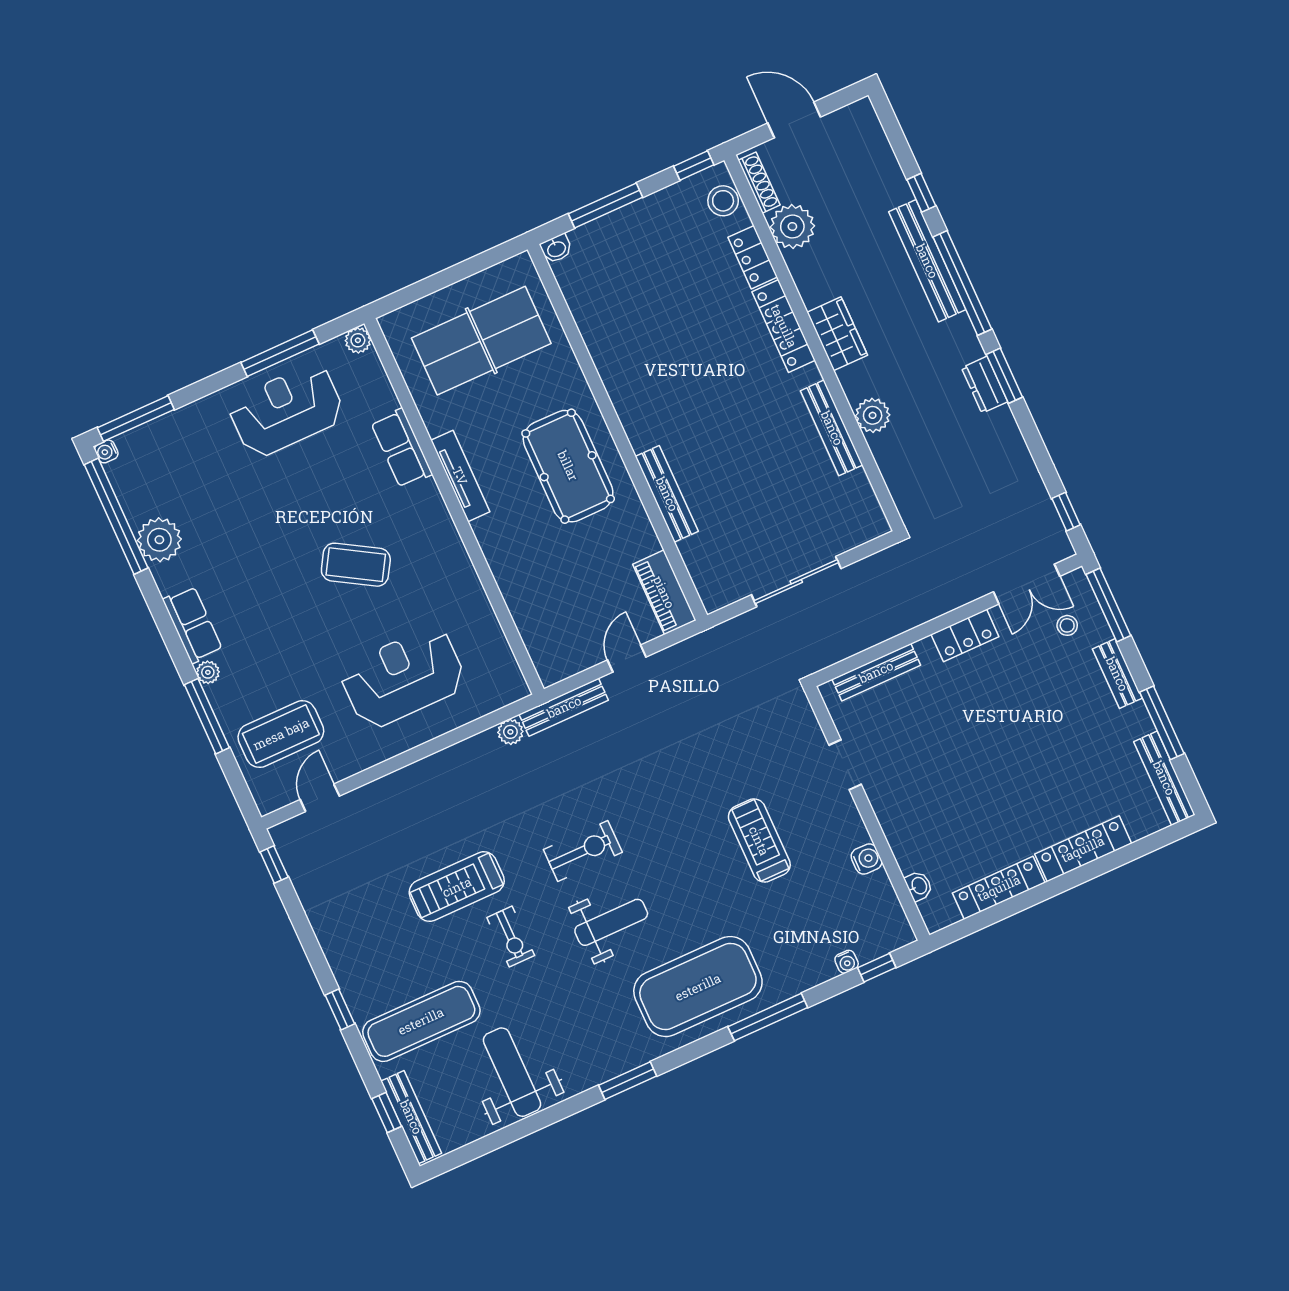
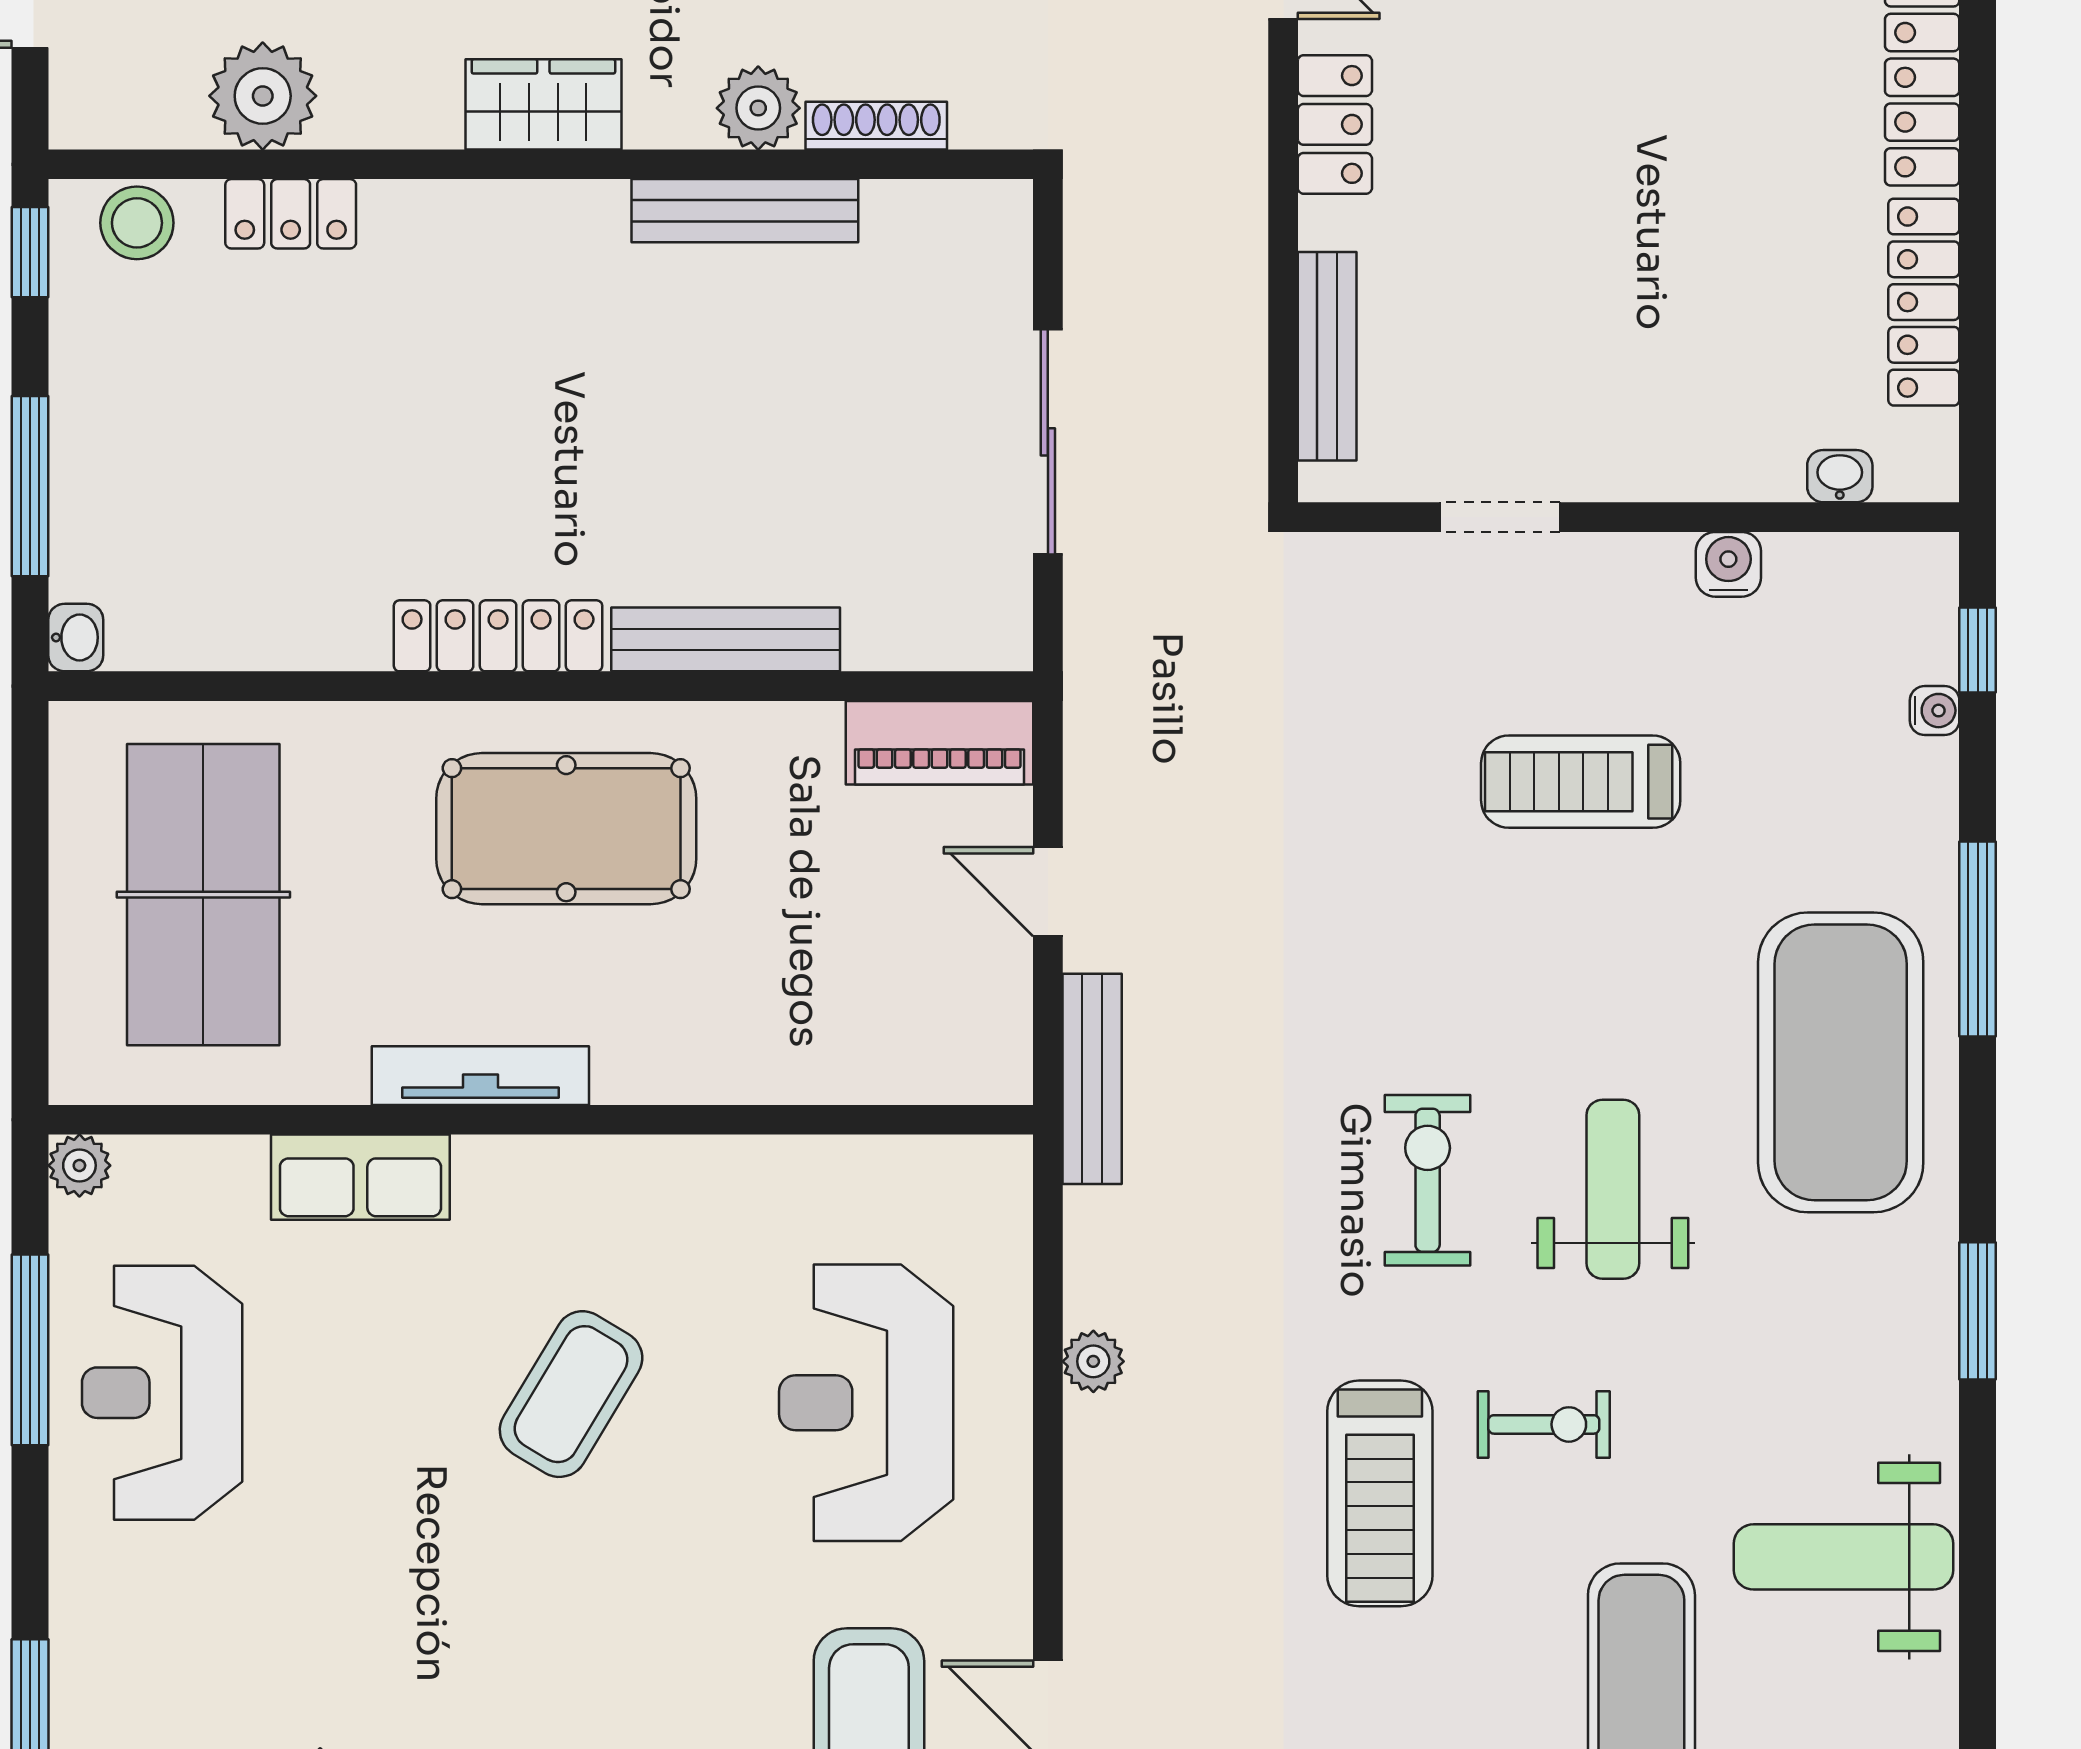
shoe rack: (759, 183) -> (876, 126), moved
locker: (784, 326) -> (498, 636), moved, turned 180
plant: (510, 732) -> (1093, 1361), moved

